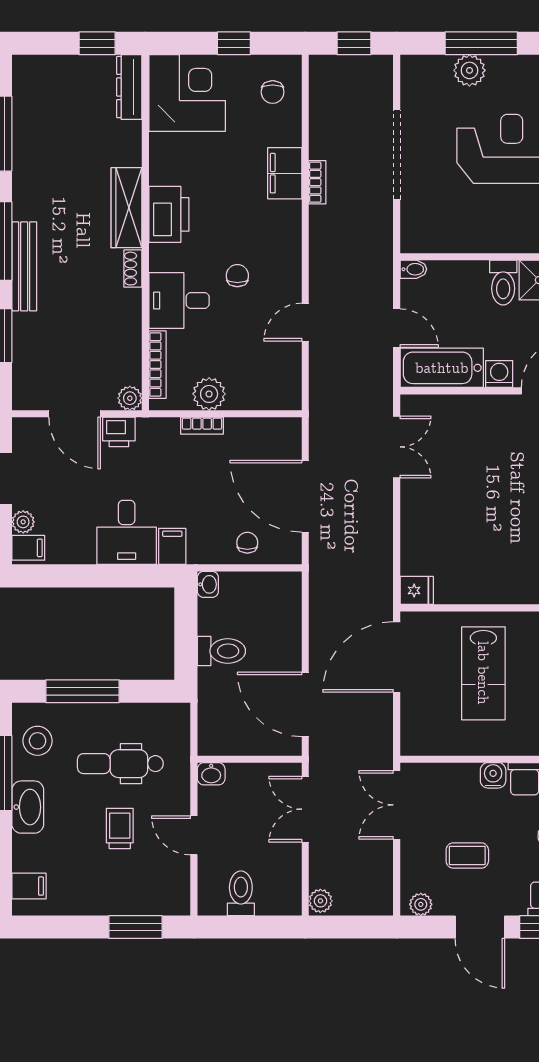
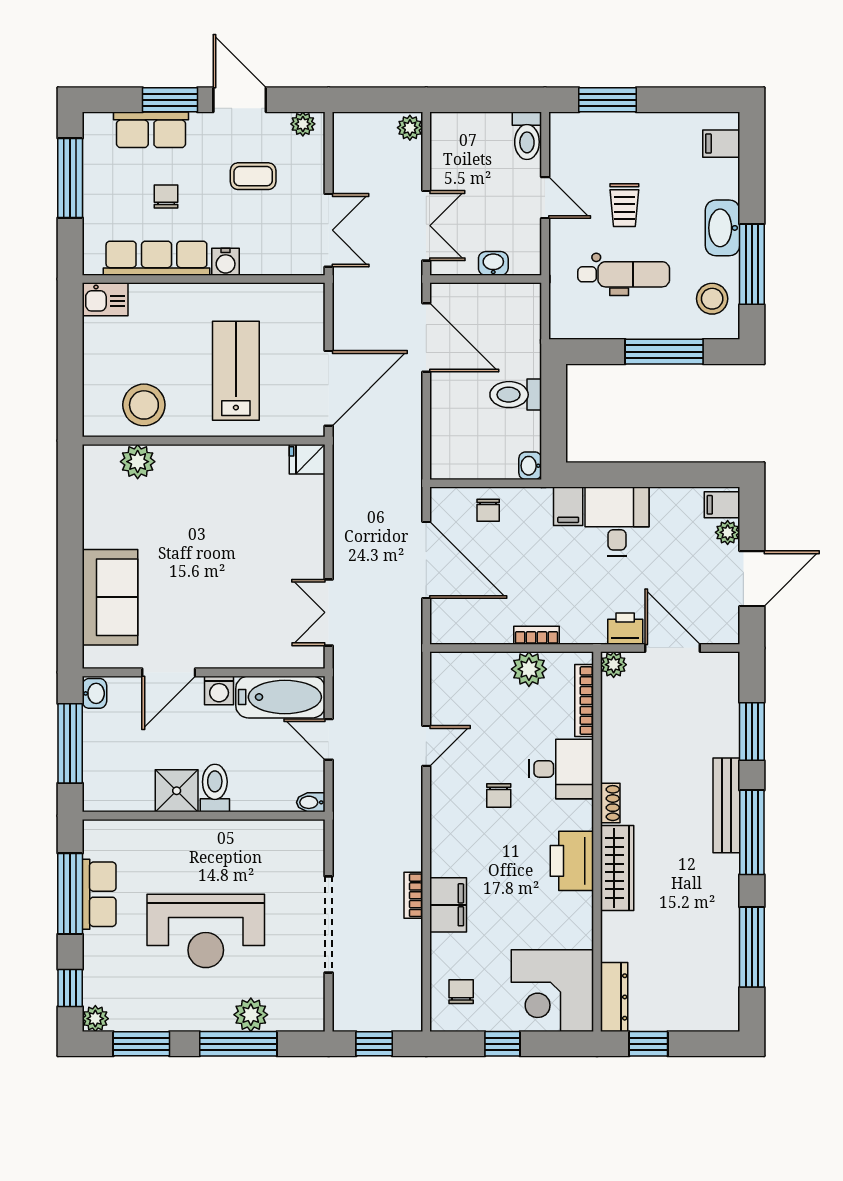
washbasin: (211, 774) -> (493, 263), moved
toilet: (241, 893) -> (527, 136), moved

